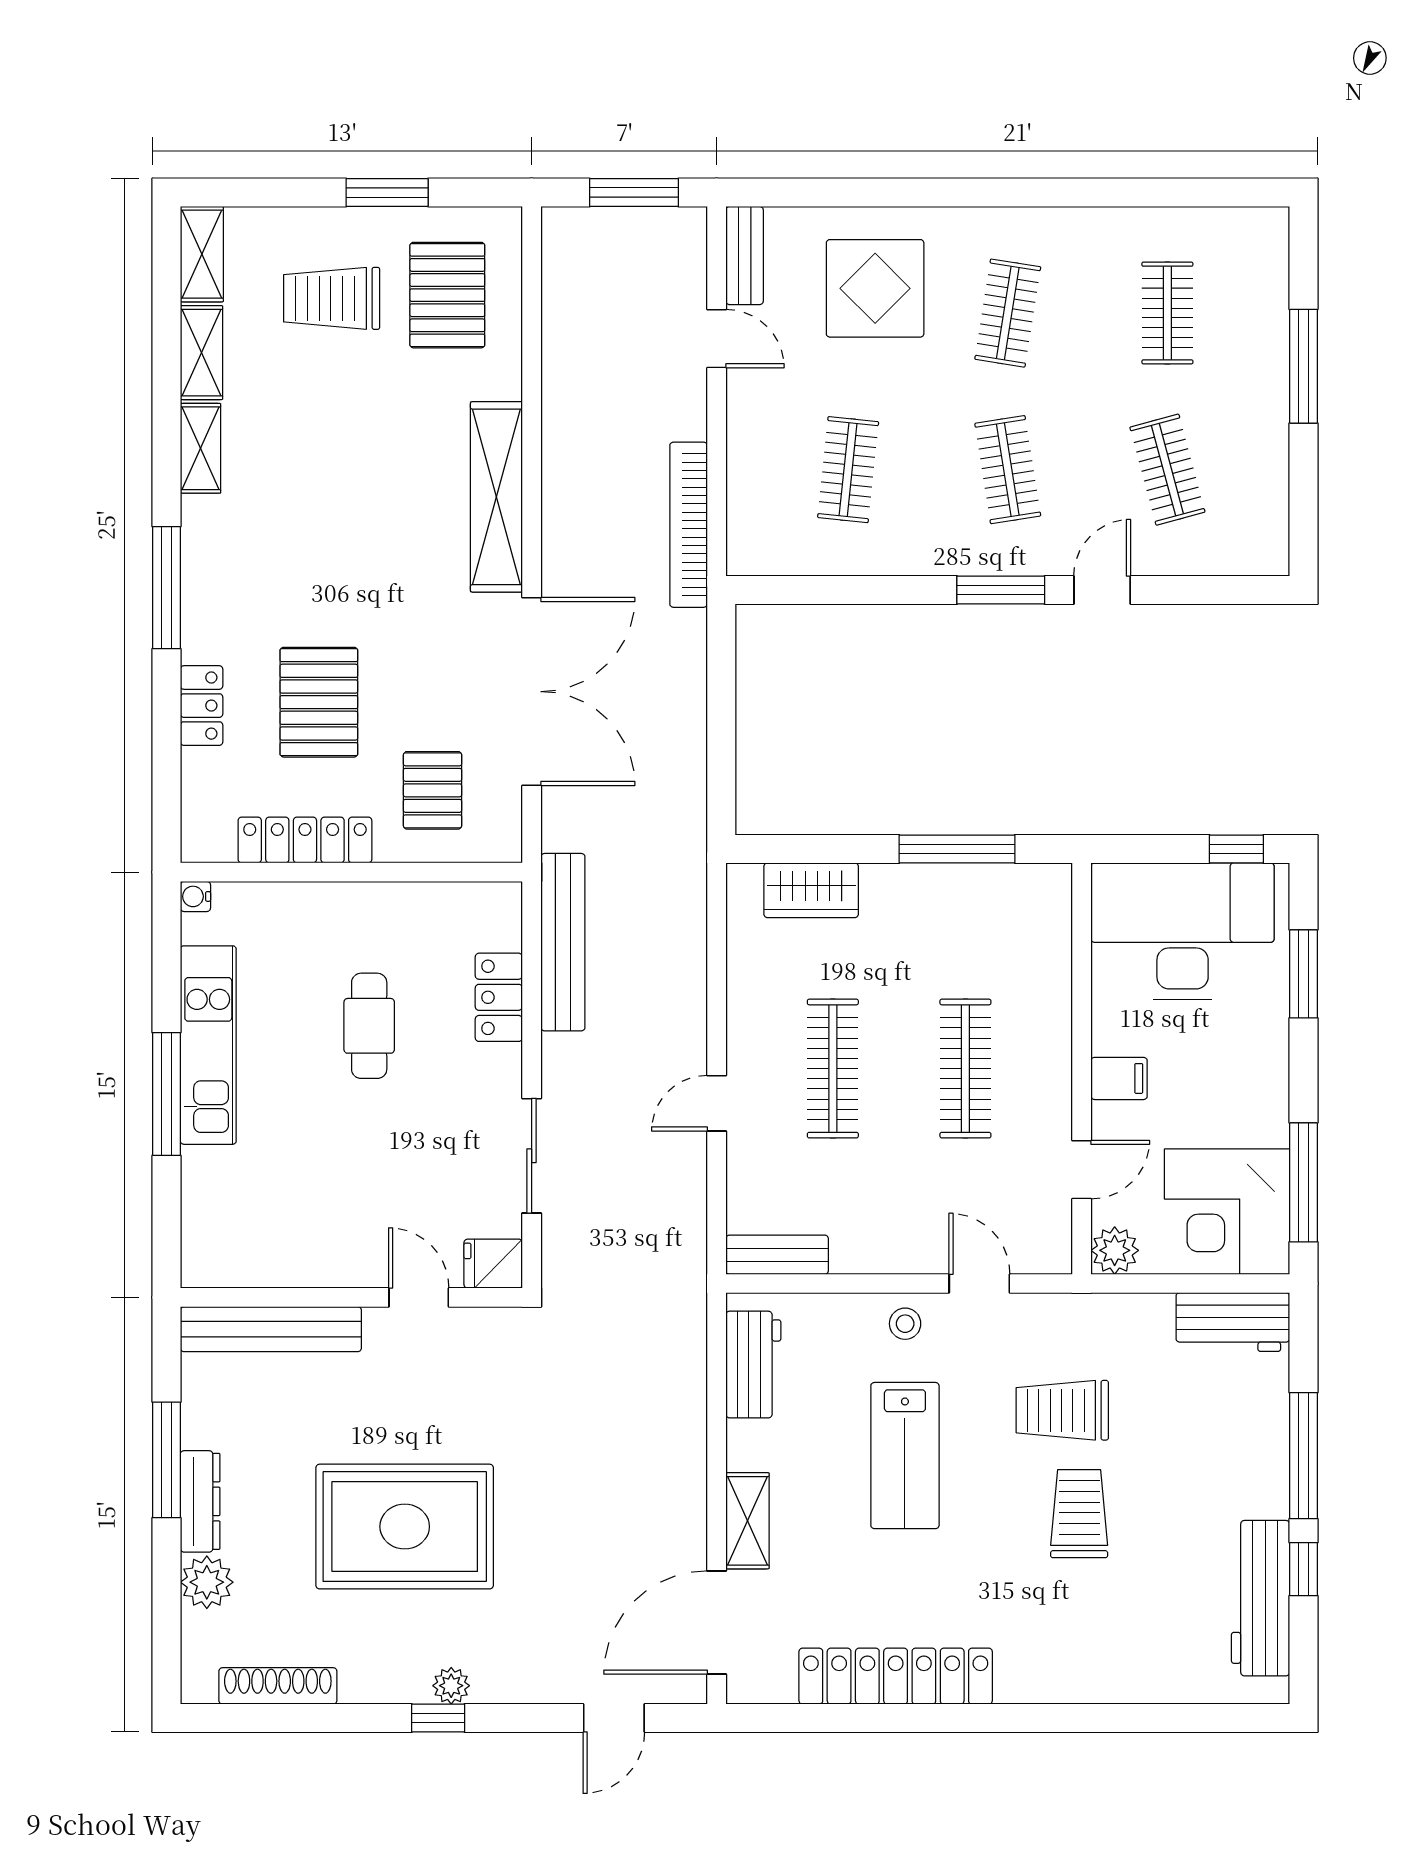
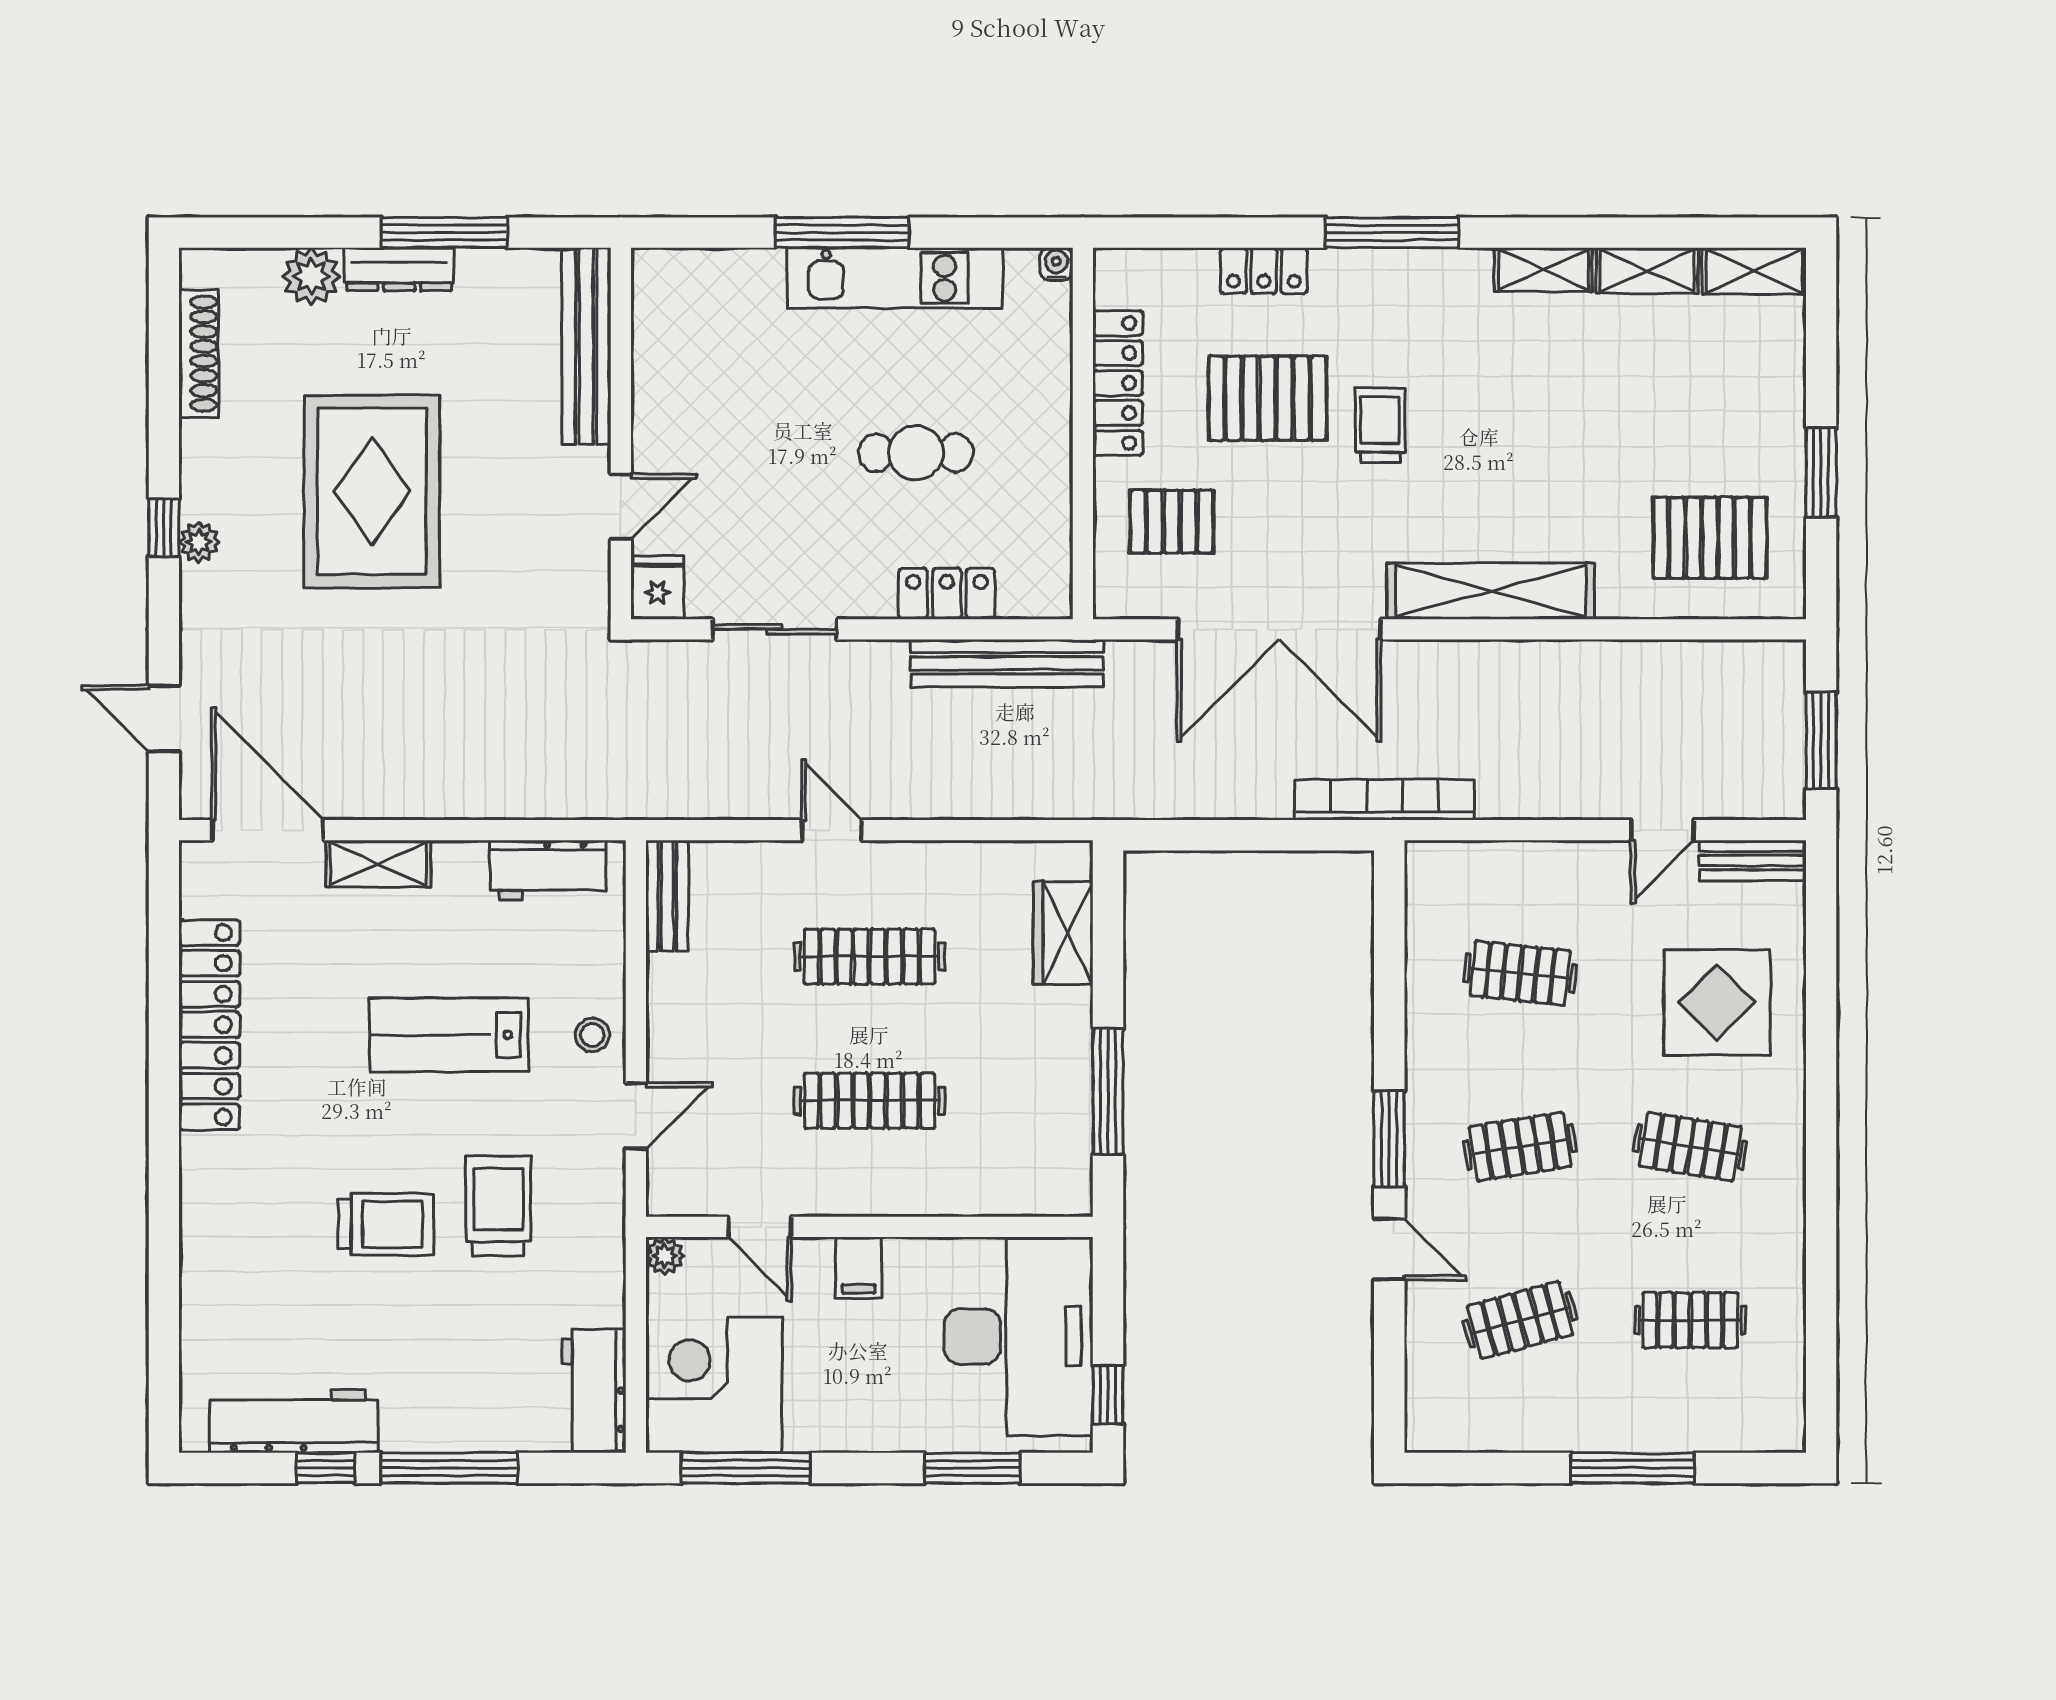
trolley: (332, 298) -> (1380, 425), moved, width x0.73, depth x0.72
bookcase: (689, 525) -> (1385, 800), moved
plant: (1115, 1250) -> (665, 1256), width x0.73, depth x0.73

